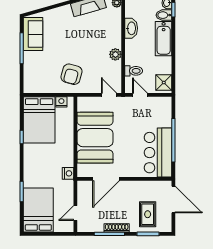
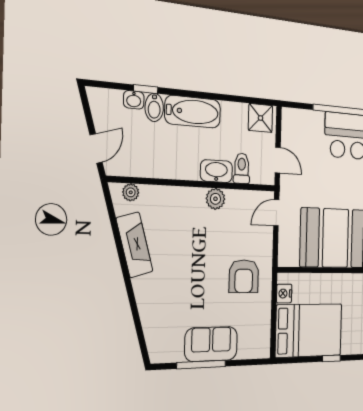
washbasin: (131, 28) -> (216, 171), moved
sofa: (33, 34) -> (211, 344), moved
armchair: (71, 74) -> (244, 276), turned 74
door: (140, 95) -> (278, 160), swing flipped

